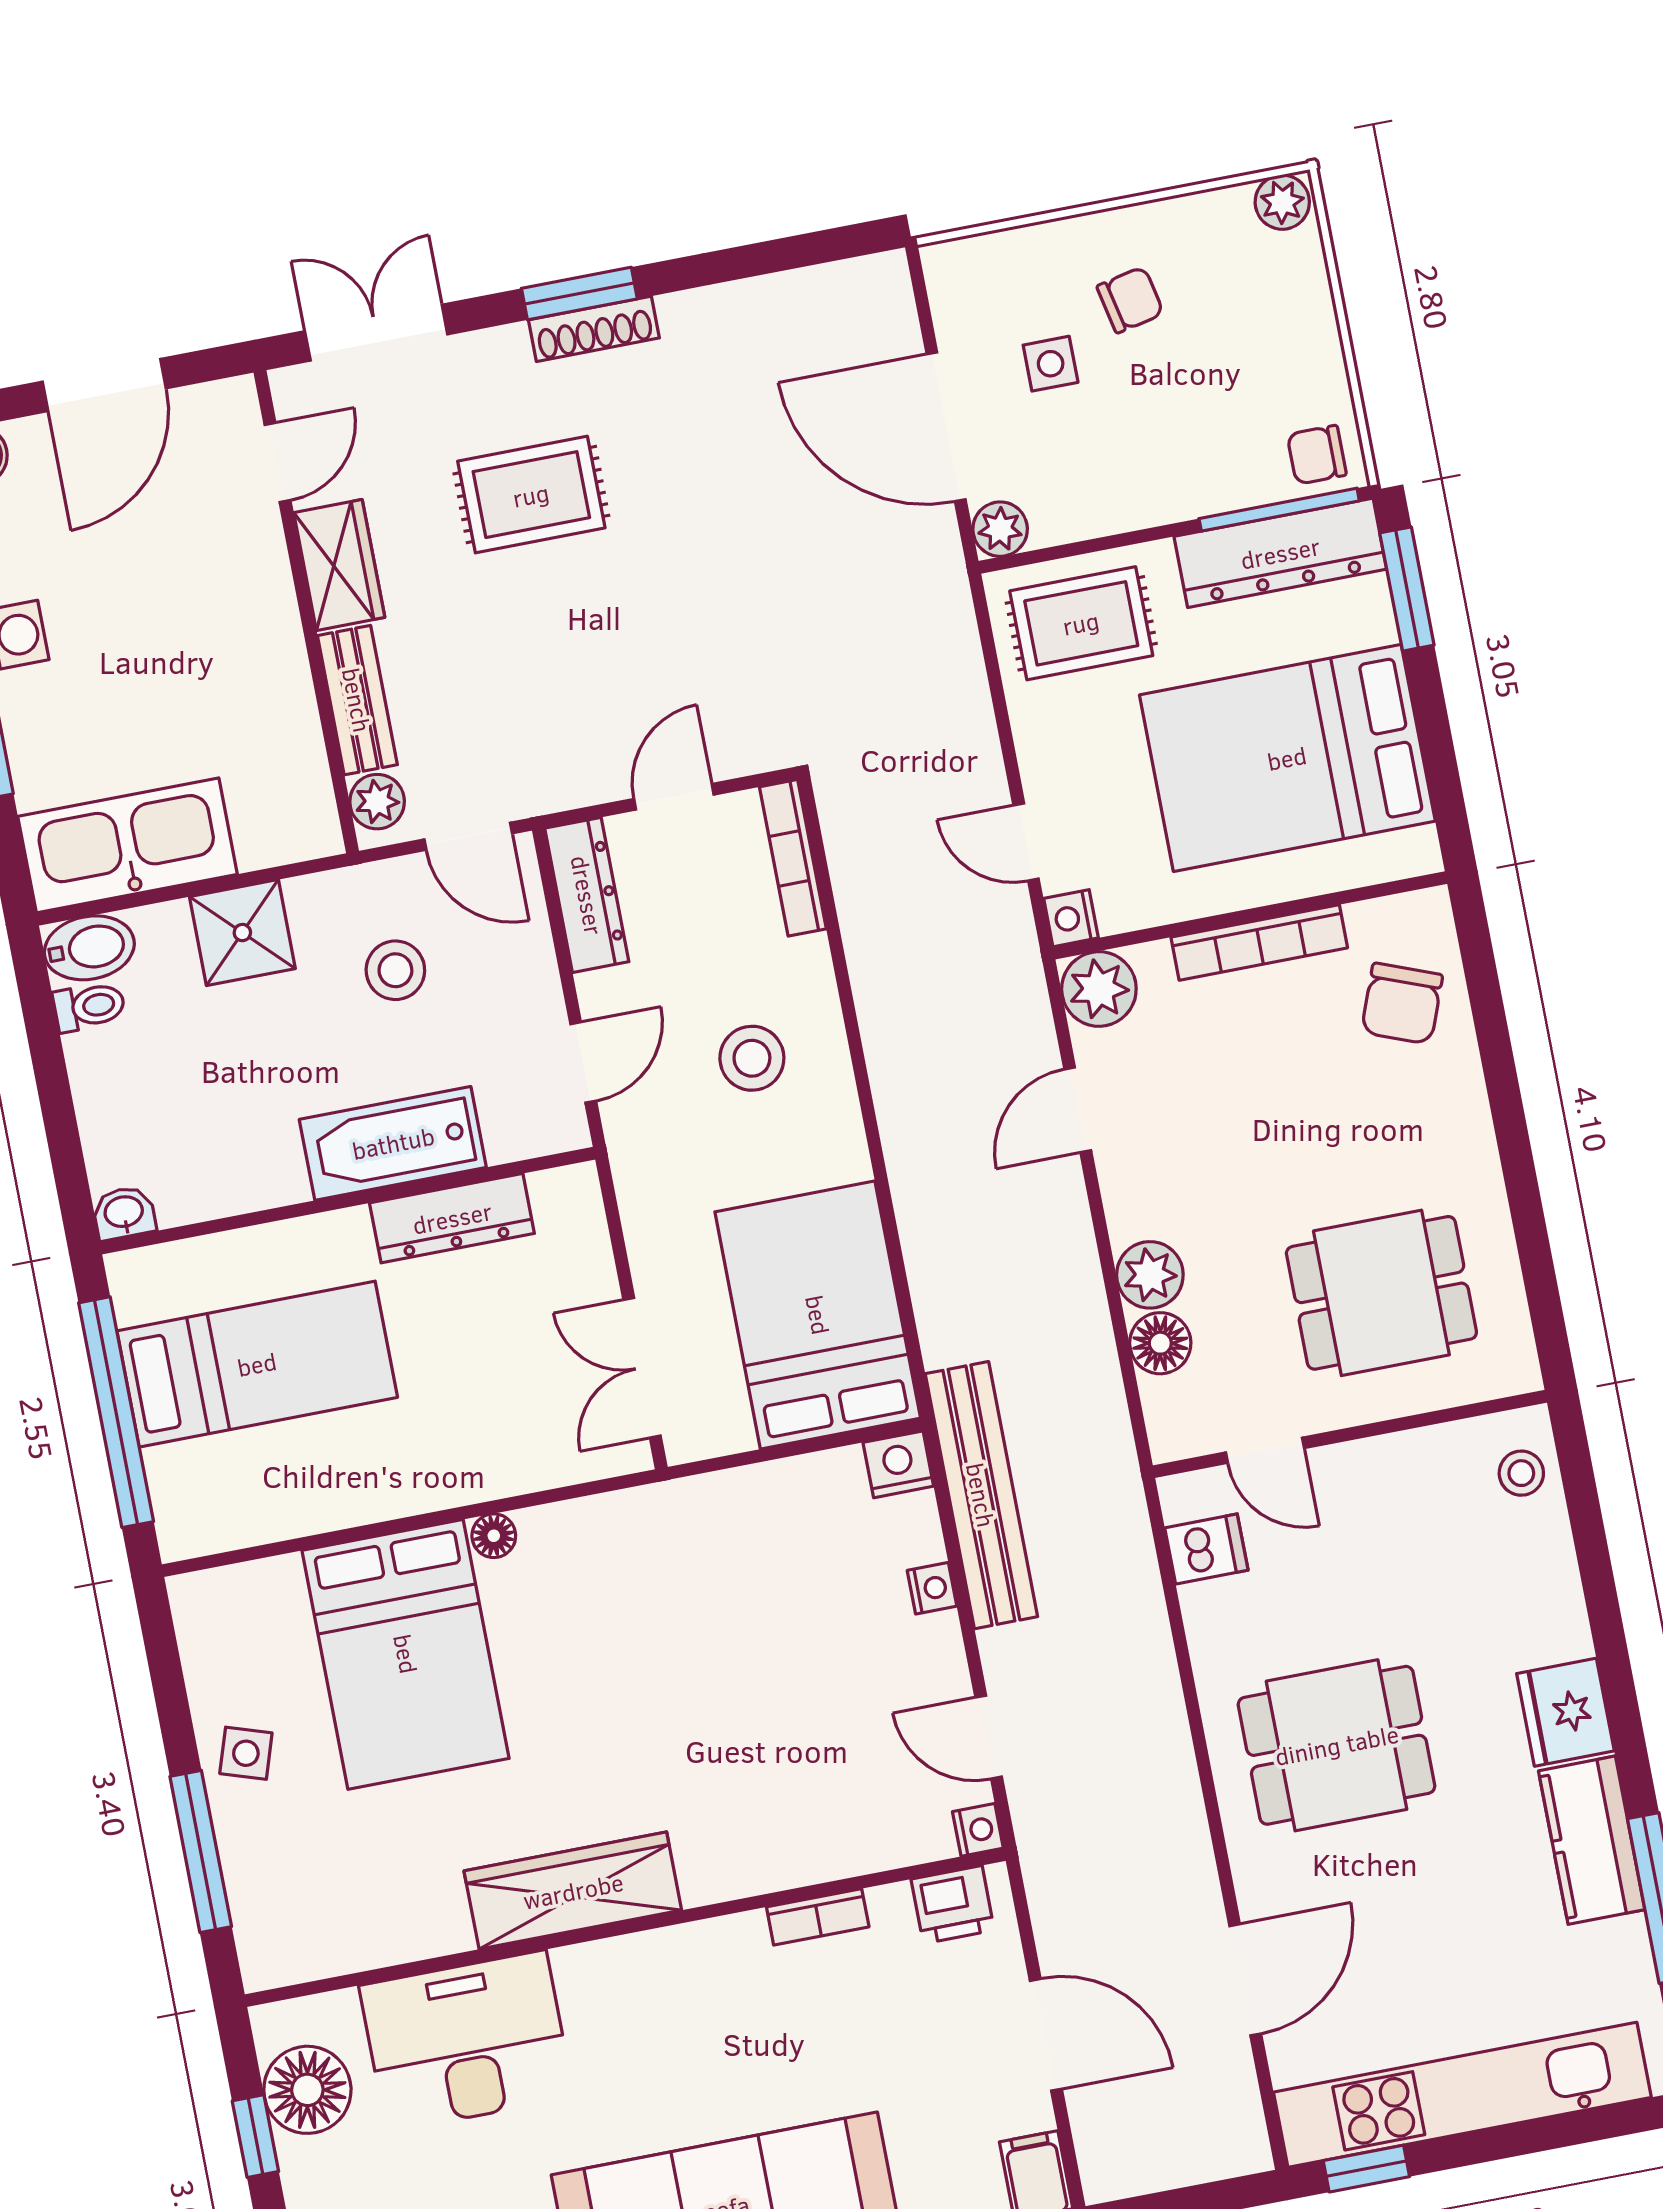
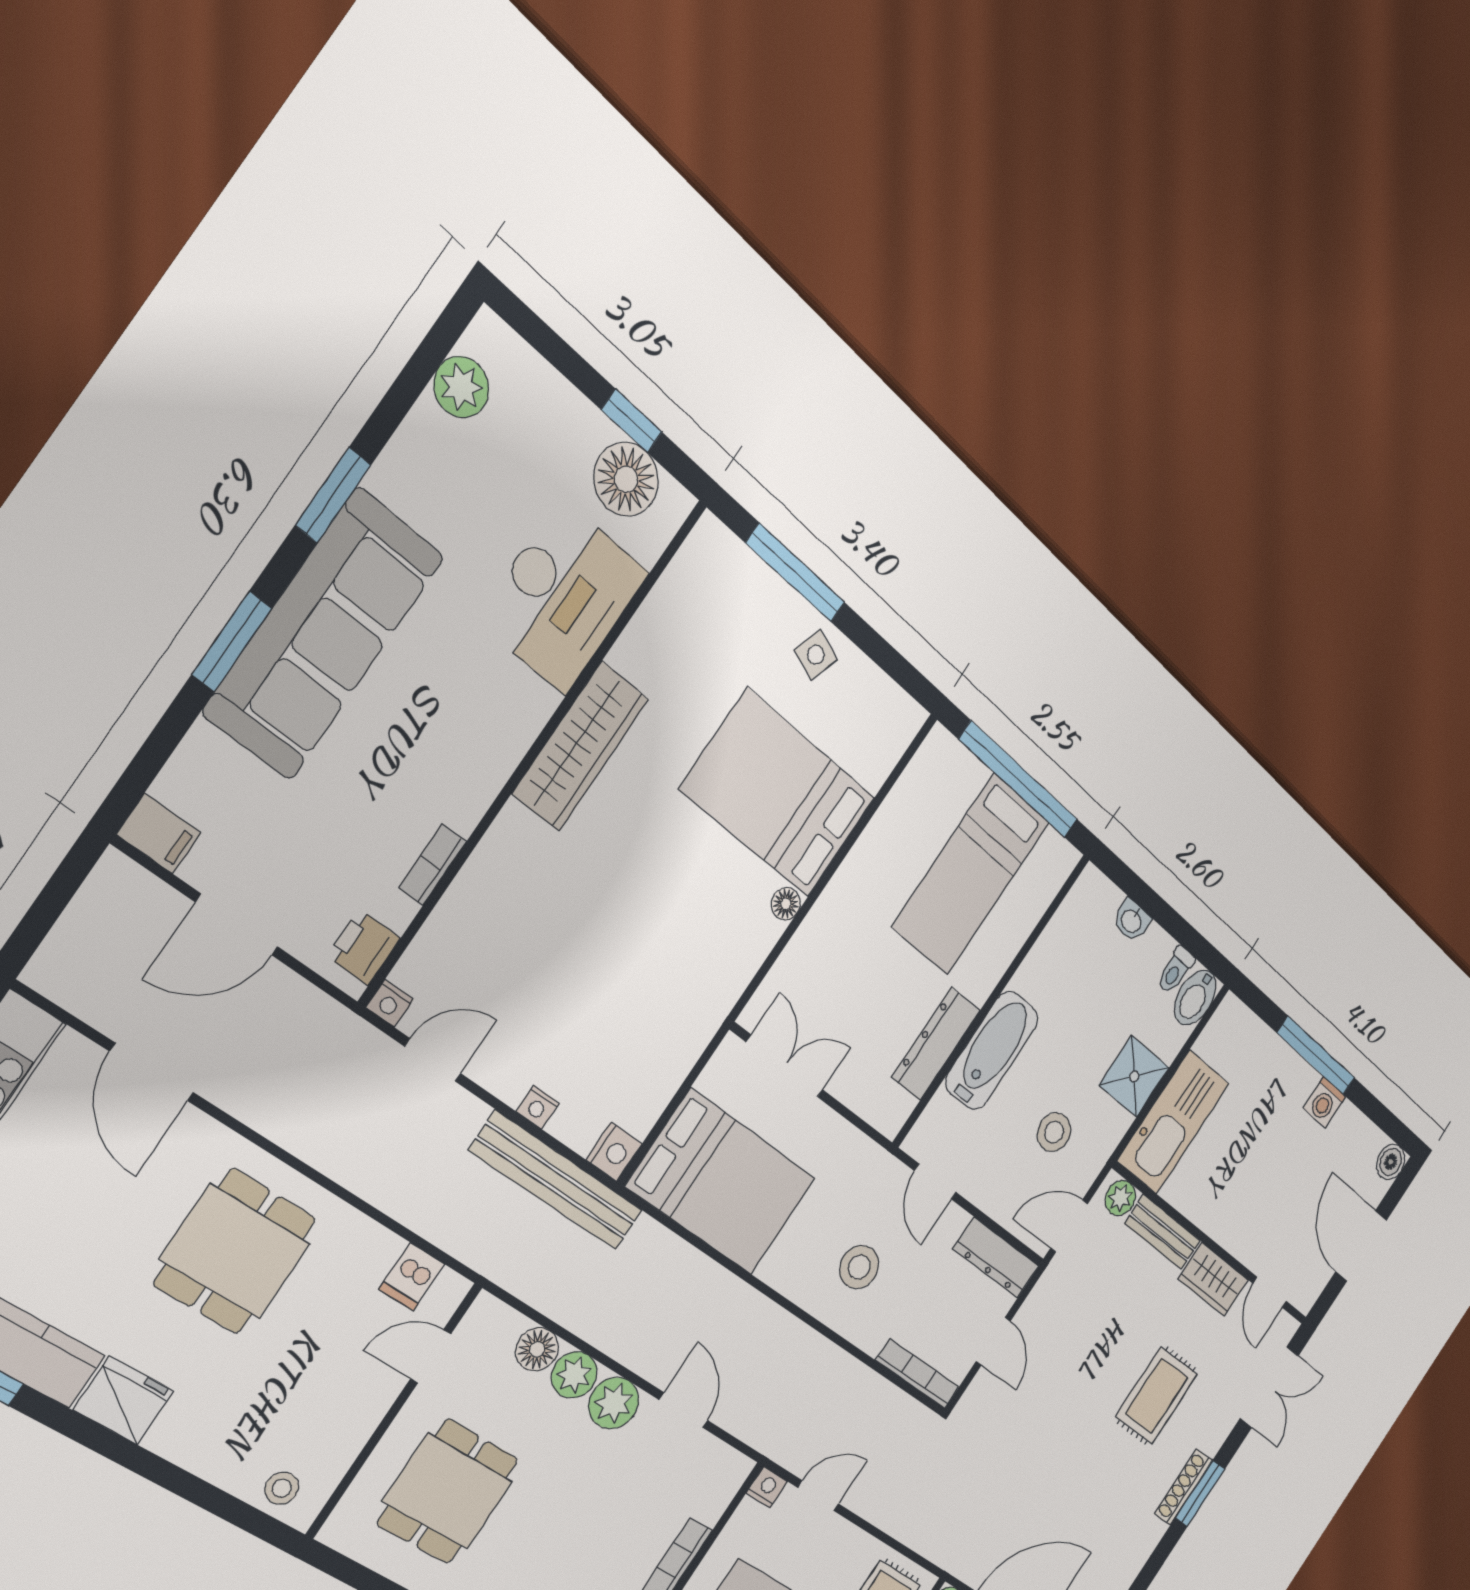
kitchen sink: (128, 845) -> (1173, 1122), moved
plant: (1099, 989) -> (614, 1403), moved
washbasin: (124, 1213) -> (1132, 921), moved, turned 90

